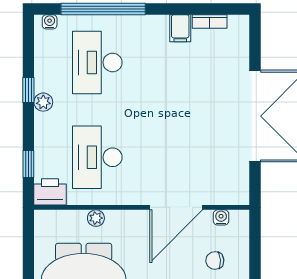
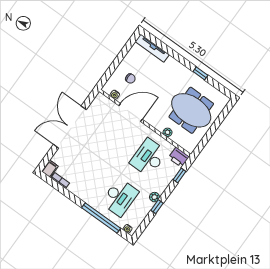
filing cabinet: (180, 28) -> (50, 169), moved
desk: (97, 157) -> (149, 157), turned 180

